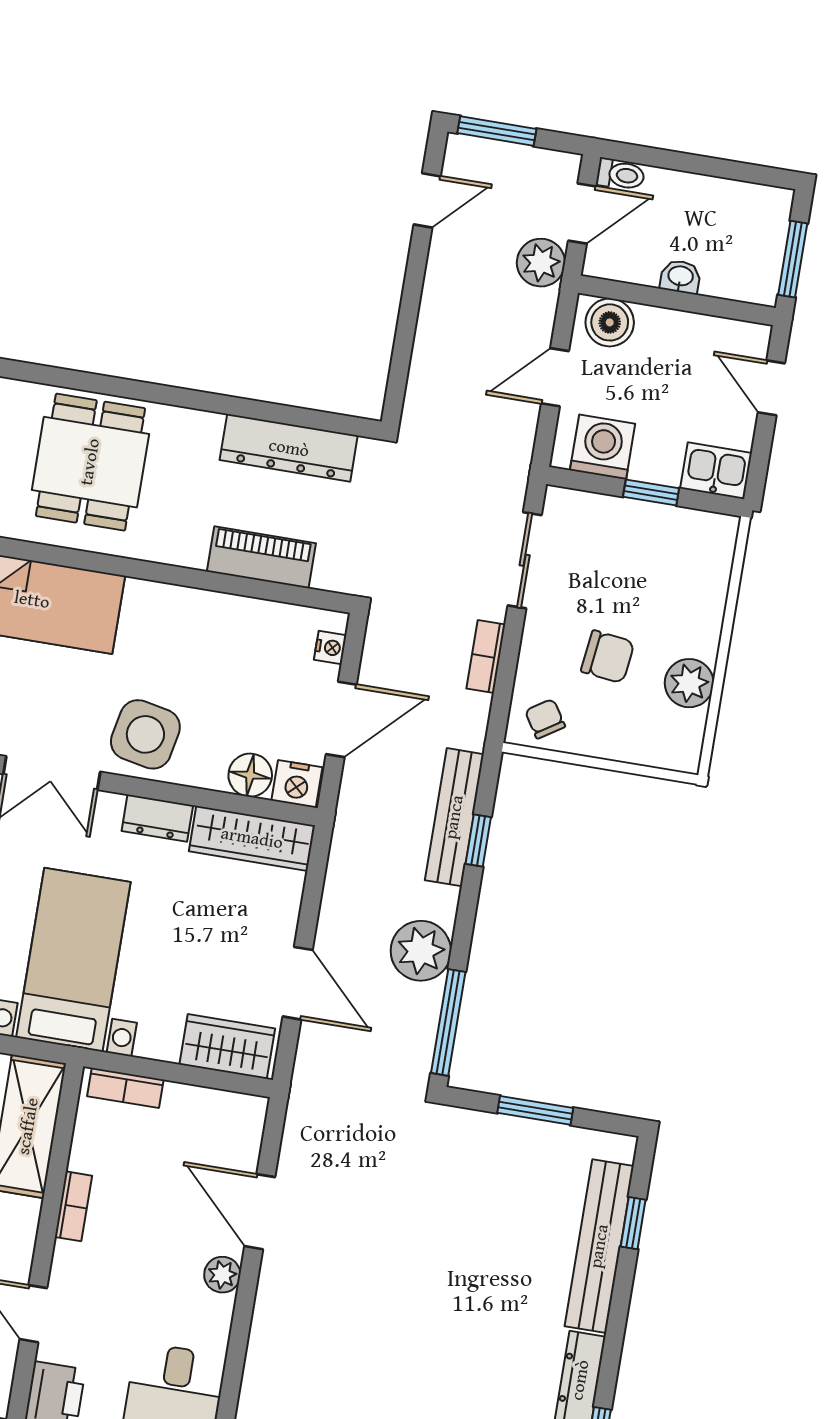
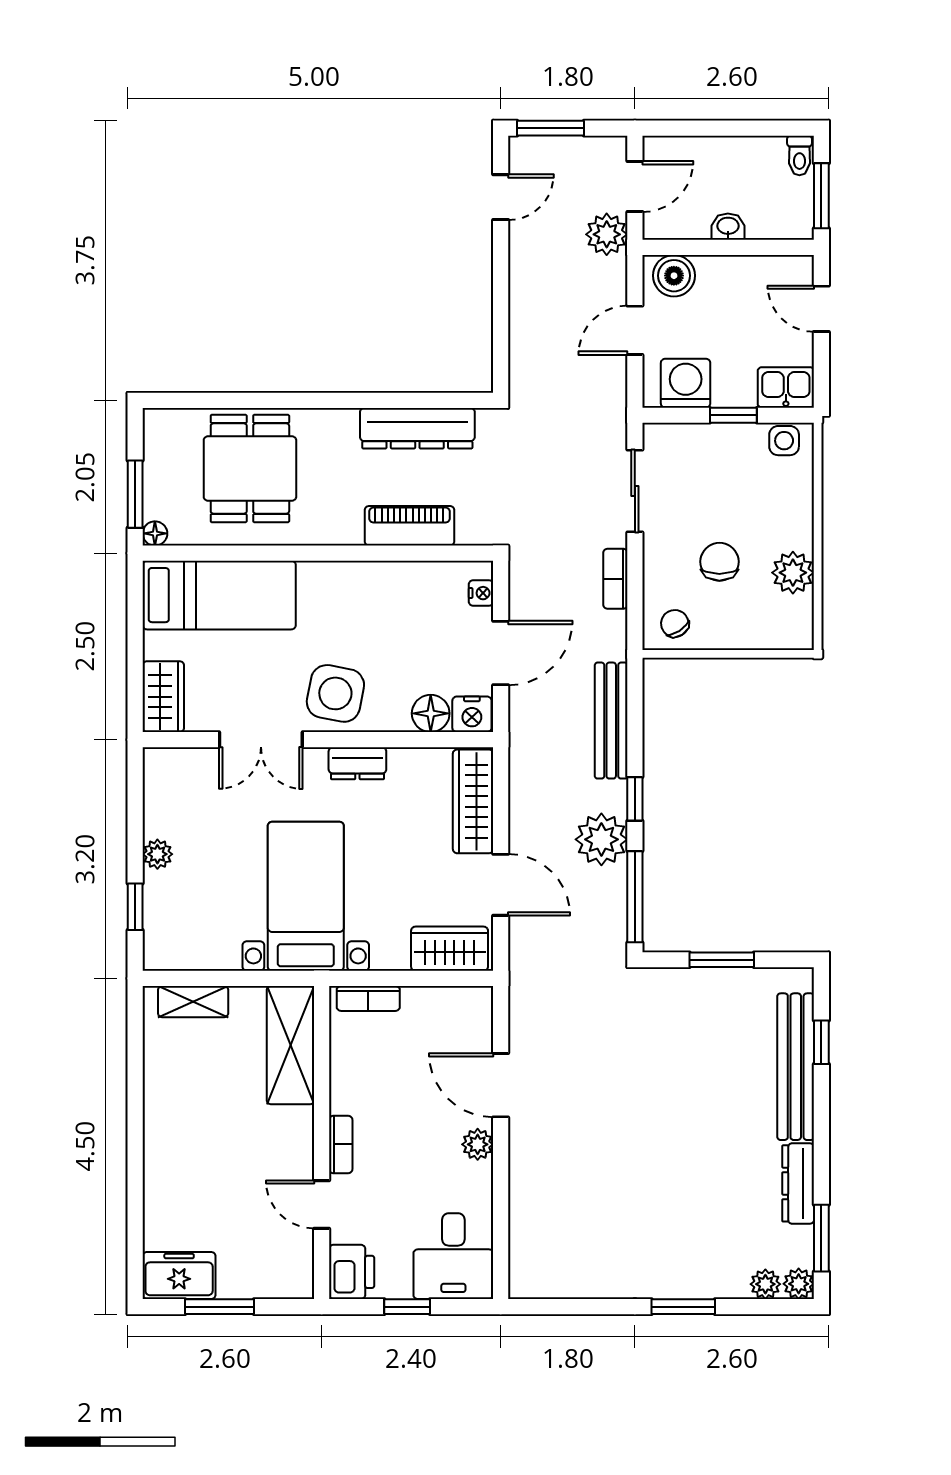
toilet: (621, 175) -> (799, 155), moved, turned 90
side table: (704, 531) -> (784, 441), added
chair: (608, 657) -> (719, 562), turned -97
wardrobe: (252, 838) -> (473, 801), moved, turned 90
window: (478, 840) -> (635, 799), moved
bookcase: (73, 1206) -> (341, 1144), moved

